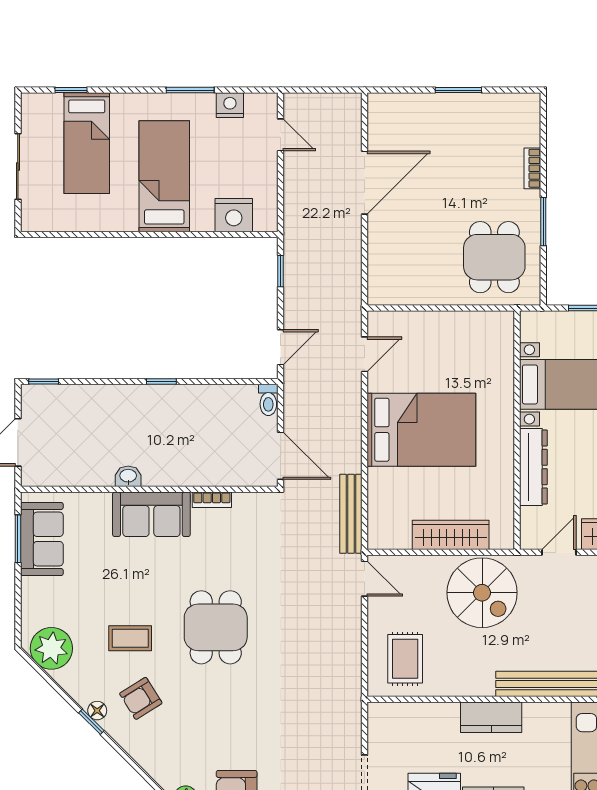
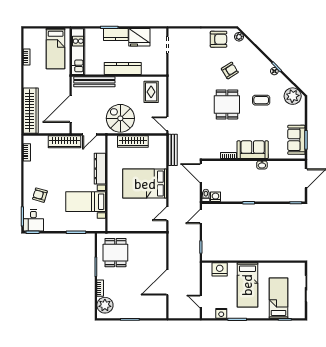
plant: (521, 126) -> (105, 305), added
washing machine: (244, 396) -> (215, 197), added
armchair: (141, 698) -> (230, 71), moved
kitchen counter: (491, 717) -> (123, 68), width x1.50

